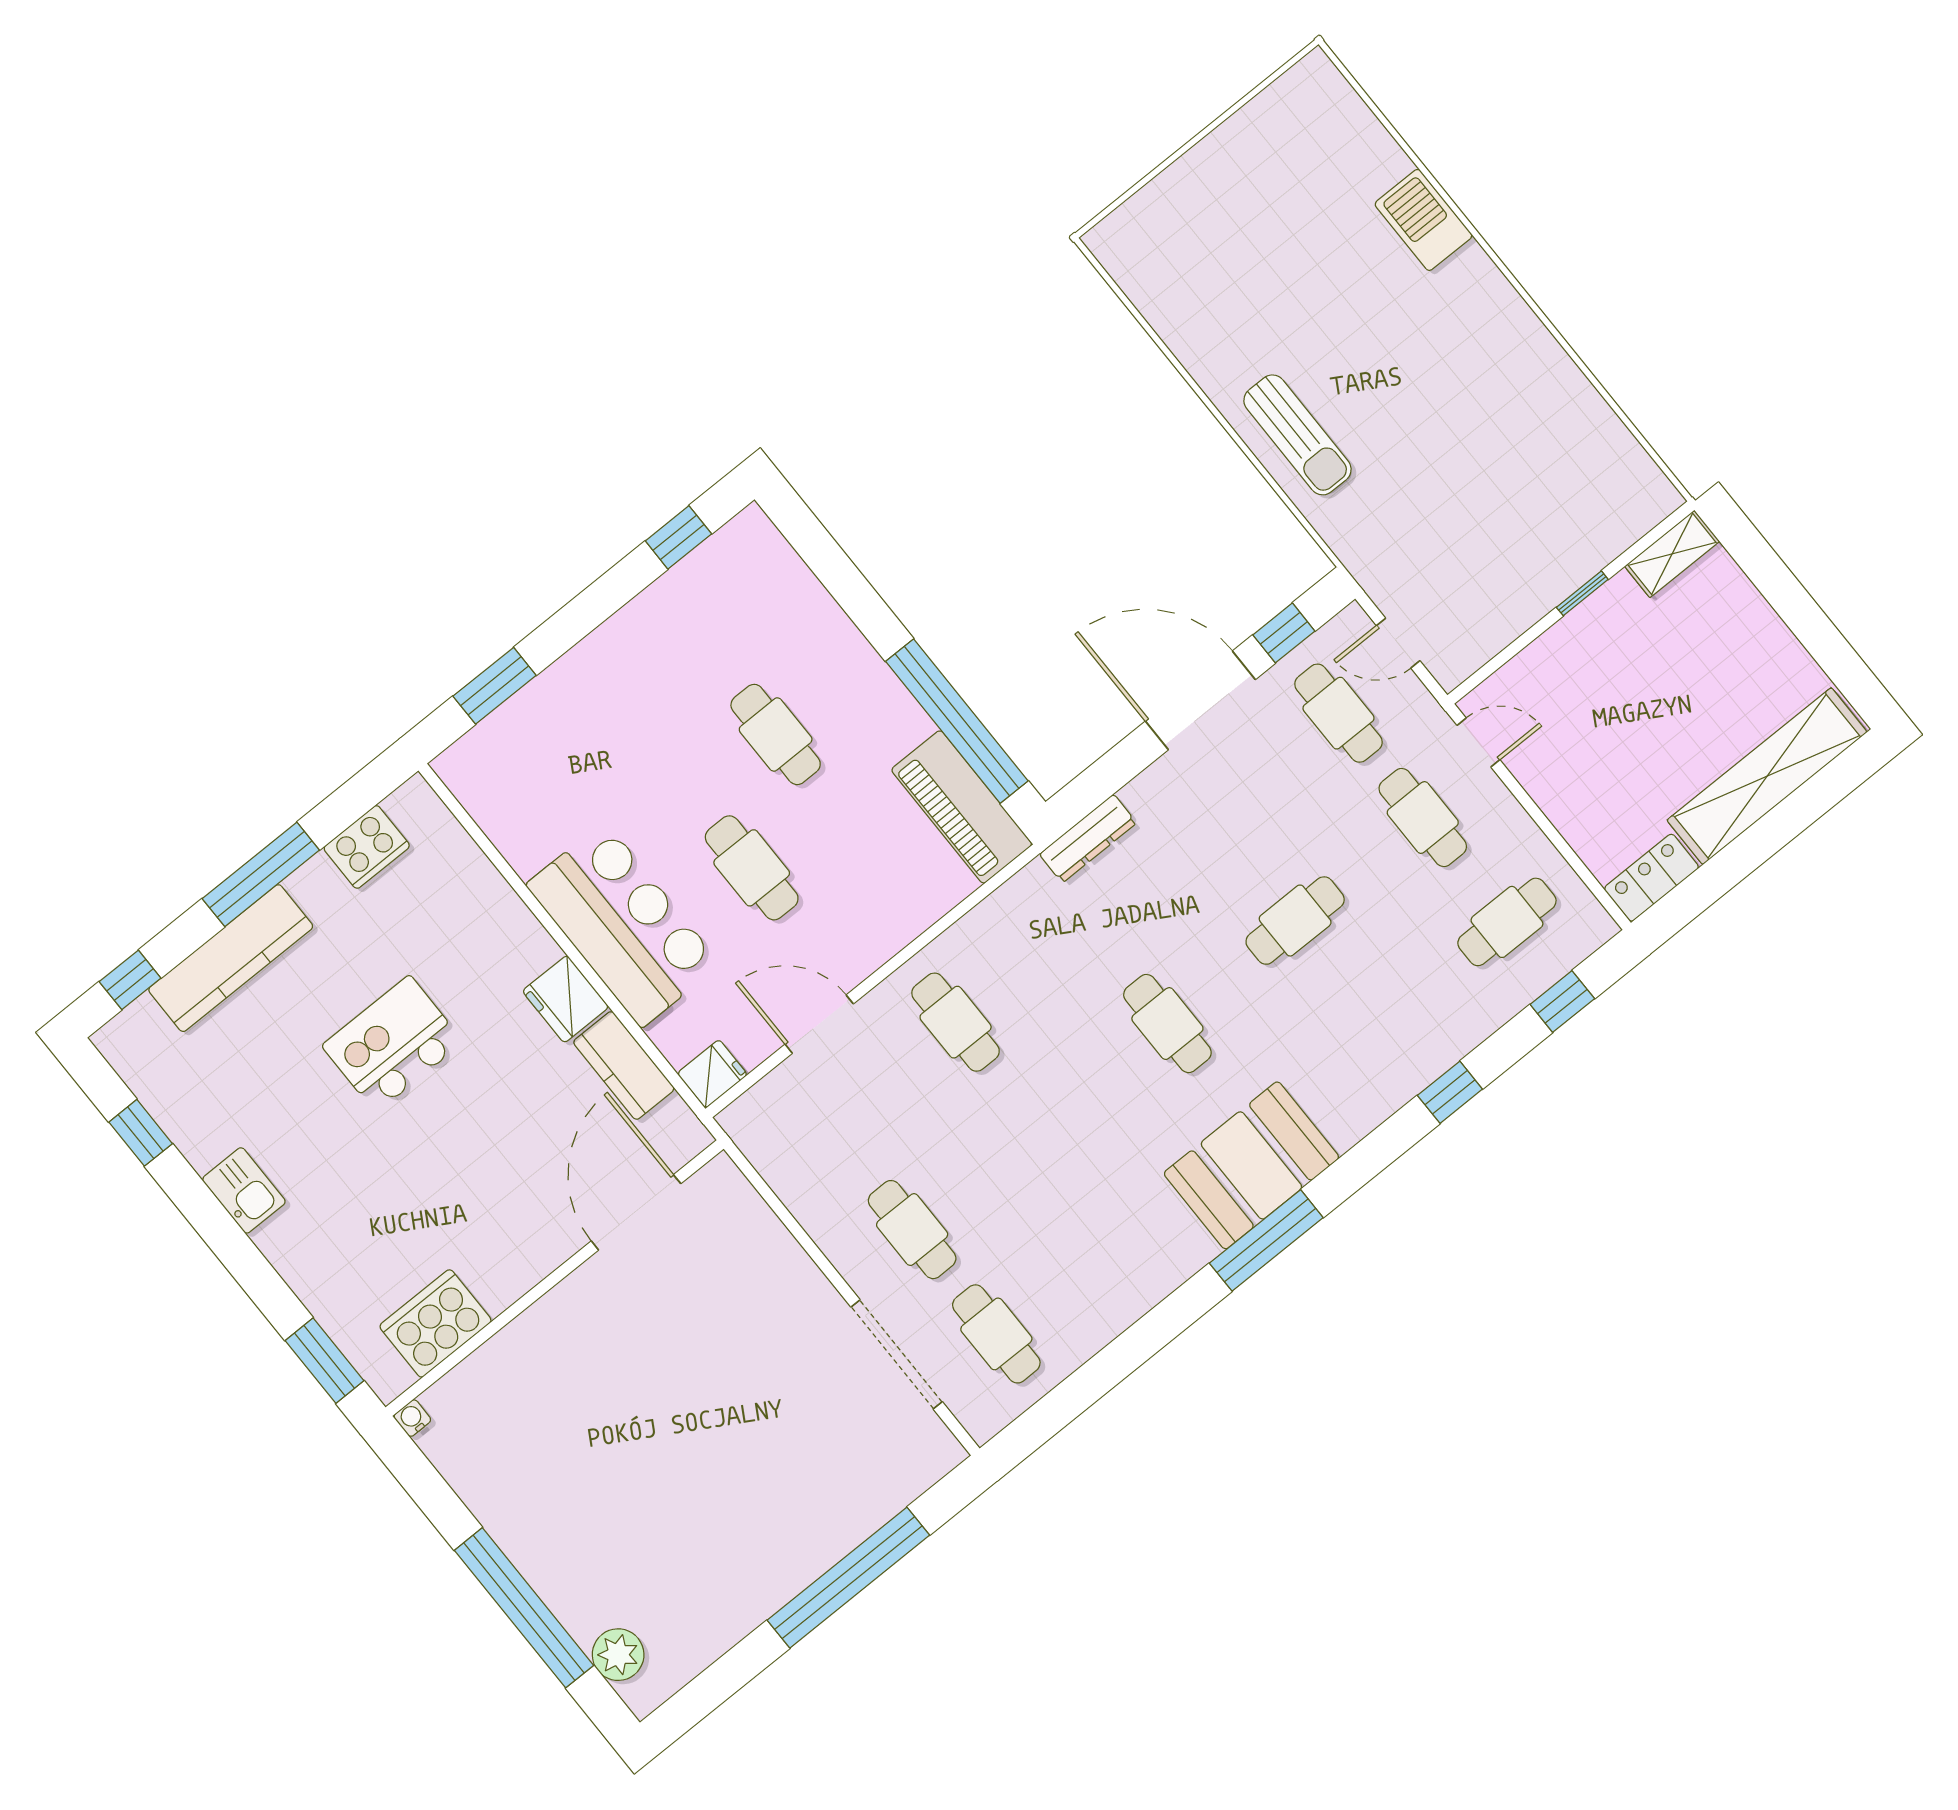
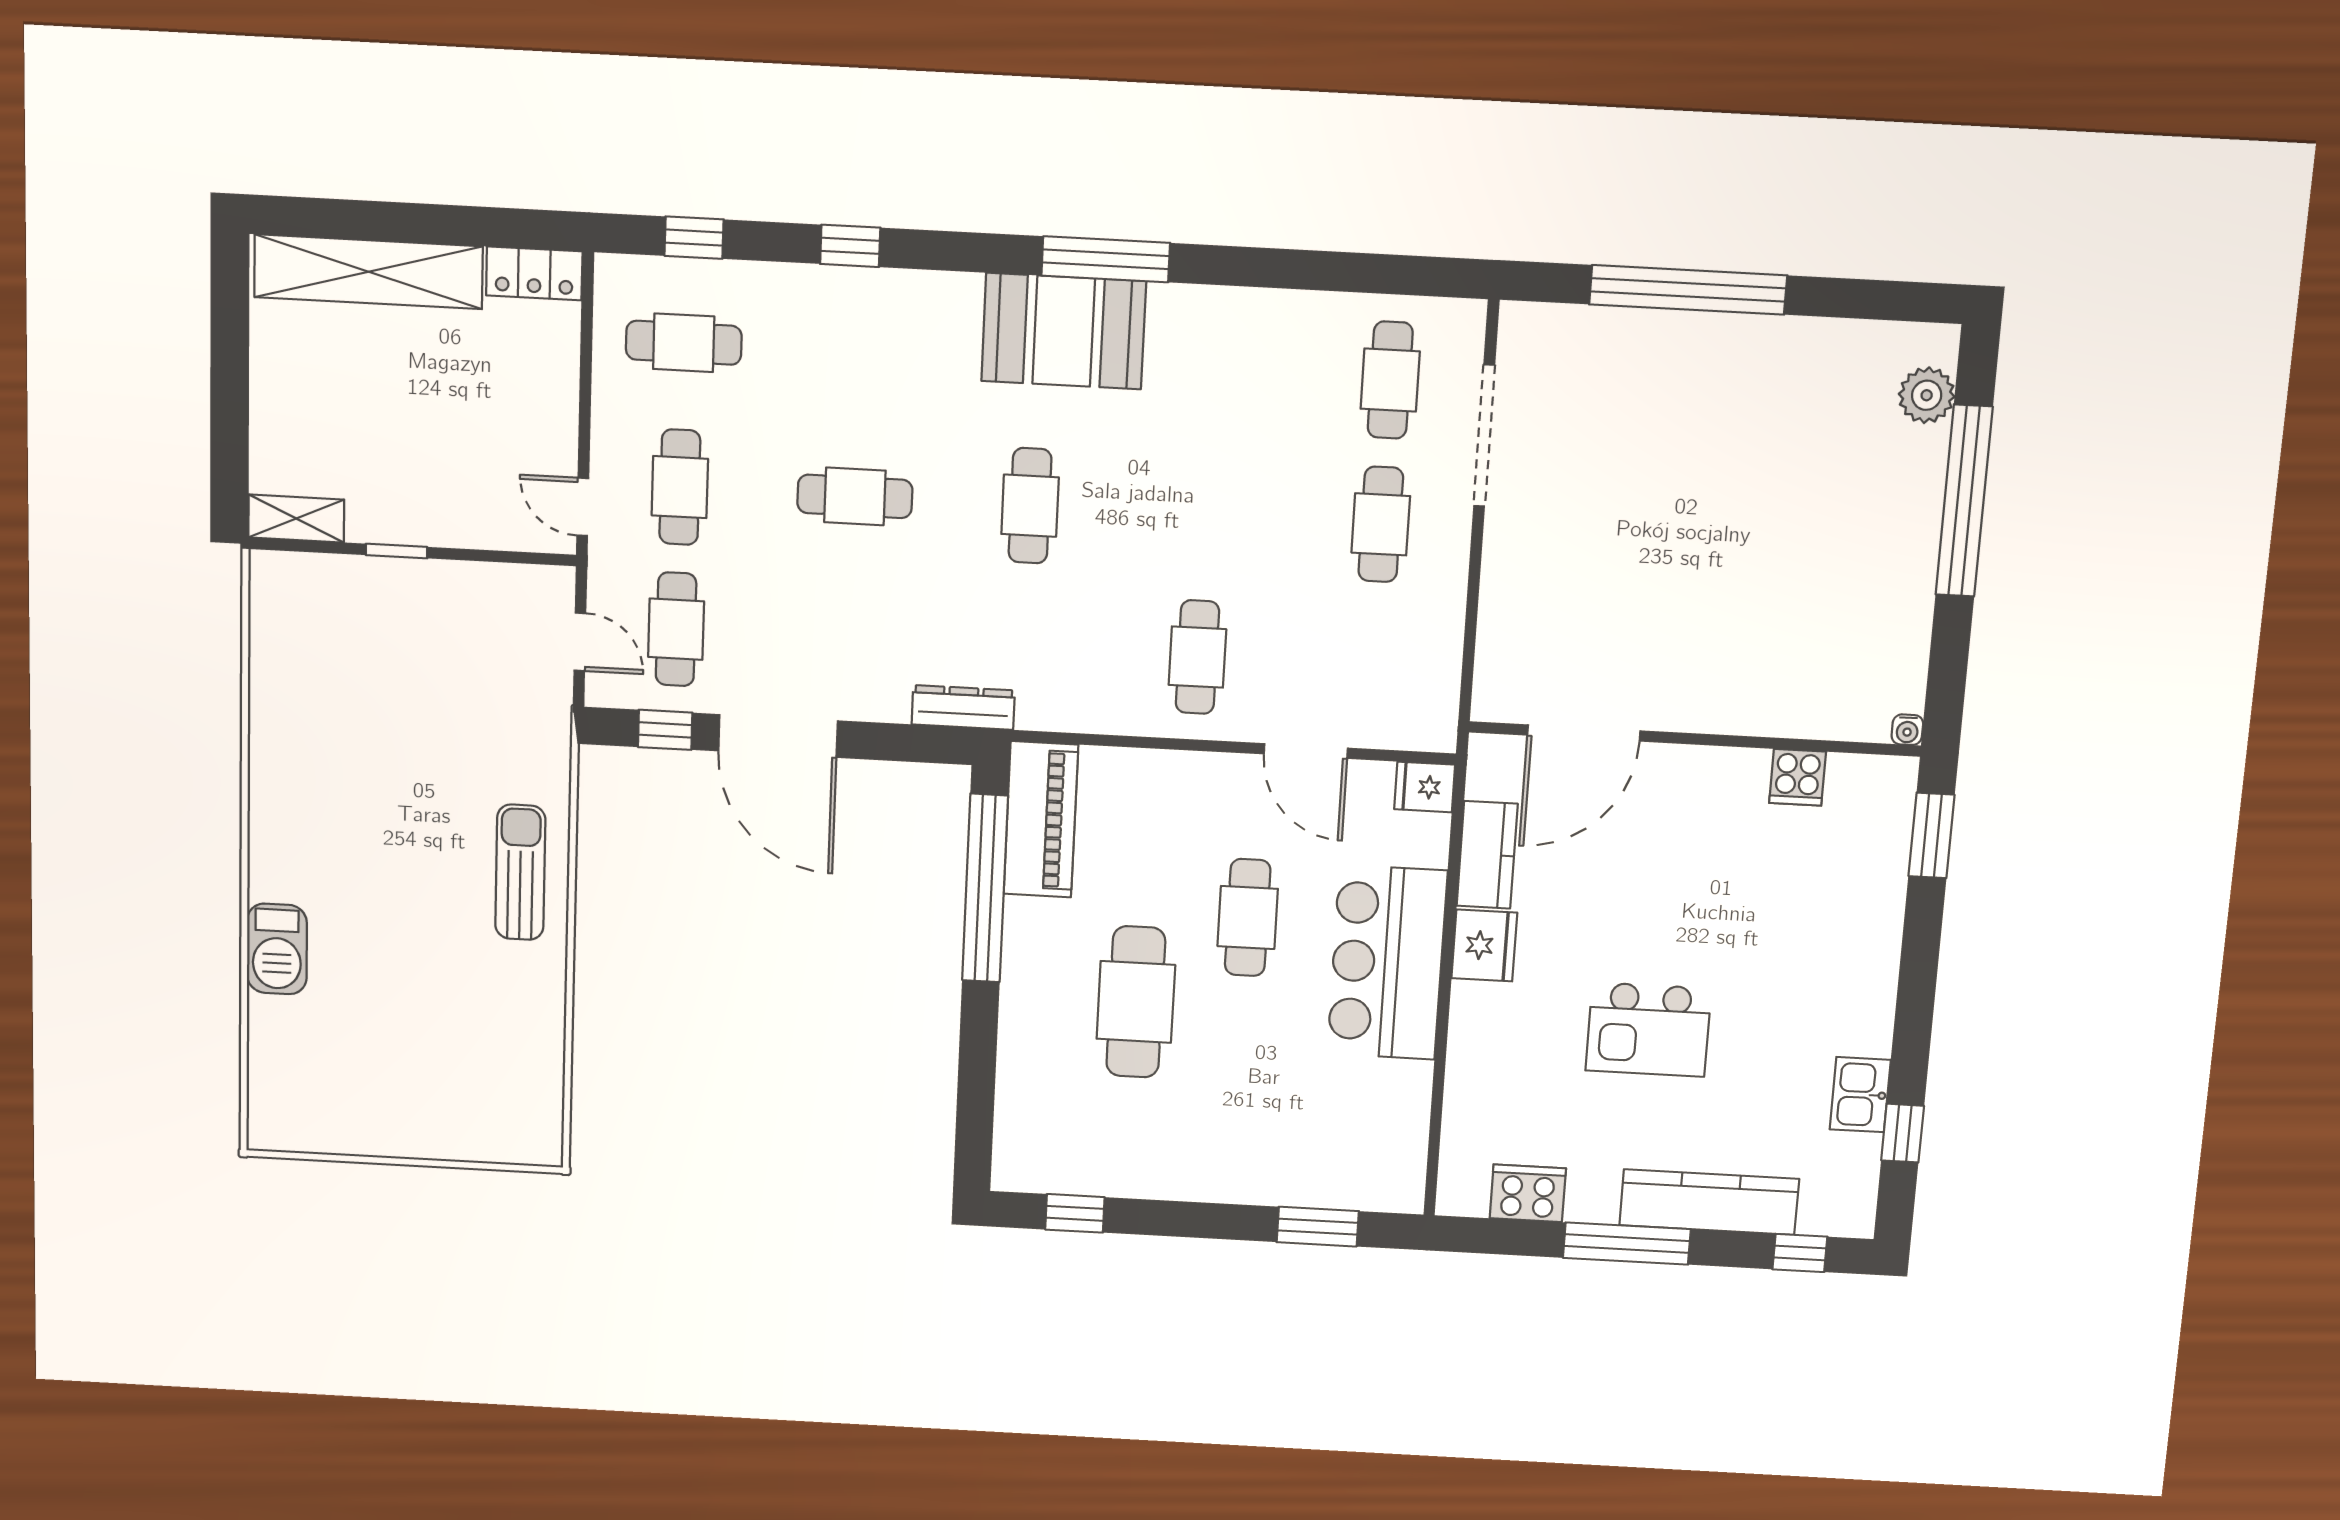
cafe table: (776, 734) -> (1136, 1002), width x1.37, depth x1.35
kitchen sink: (244, 1190) -> (1860, 1095), moved
cooker: (436, 1323) -> (1798, 777), width x0.53, depth x0.76

